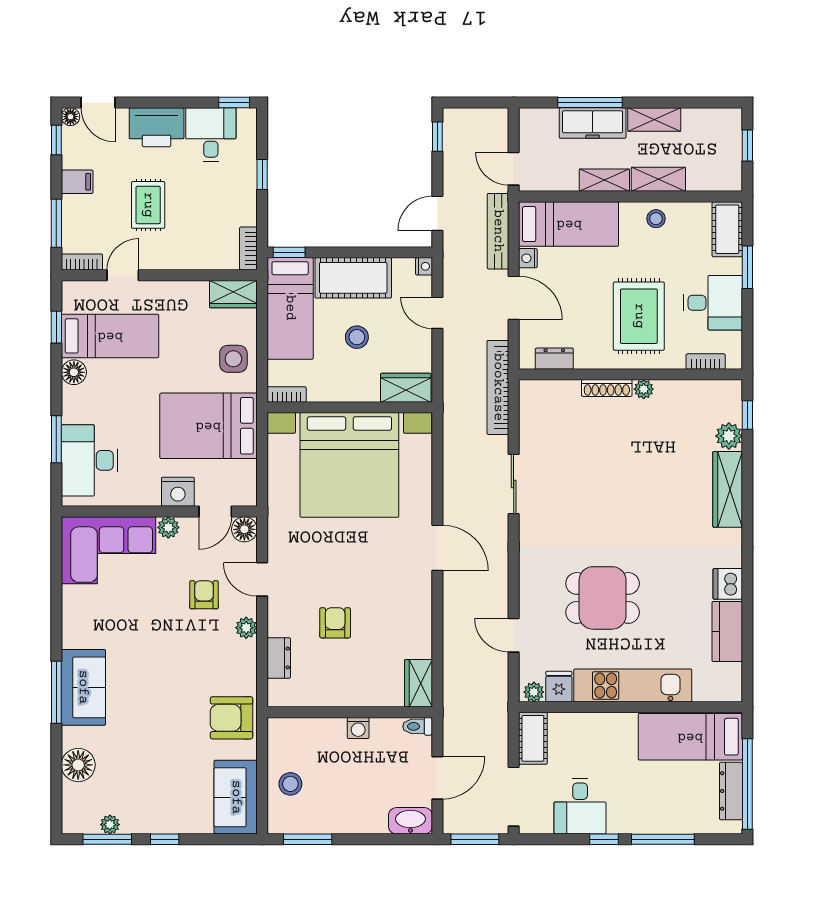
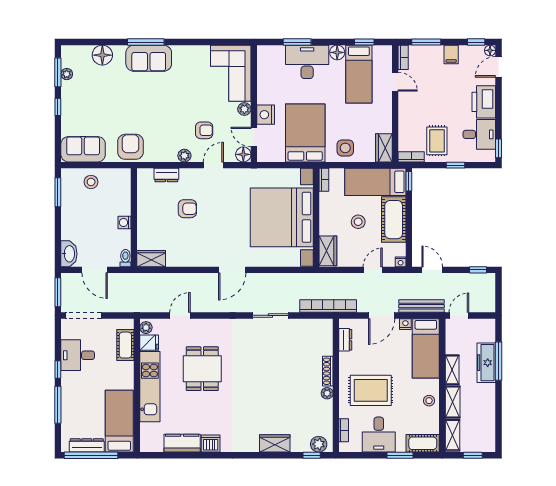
shelving: (654, 119) -> (452, 435), moved
rug: (148, 205) -> (437, 141), moved, turned 90
plant: (729, 436) -> (319, 444), moved
desk: (90, 460) -> (307, 62), moved
wardrobe: (728, 489) -> (275, 443), width x0.67
cot: (533, 738) -> (125, 345), moved, turned 90

